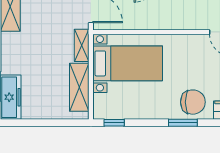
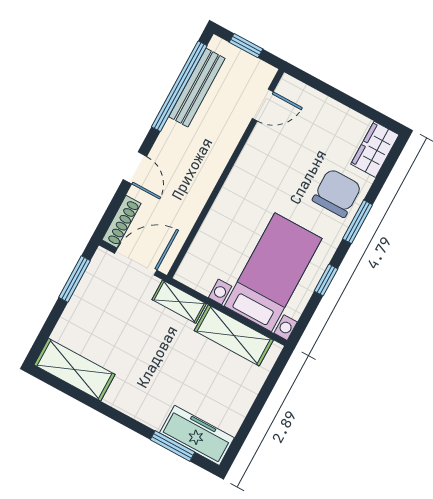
bed with nightstands: (128, 63) -> (273, 272), moved
window: (114, 123) -> (326, 280), moved

